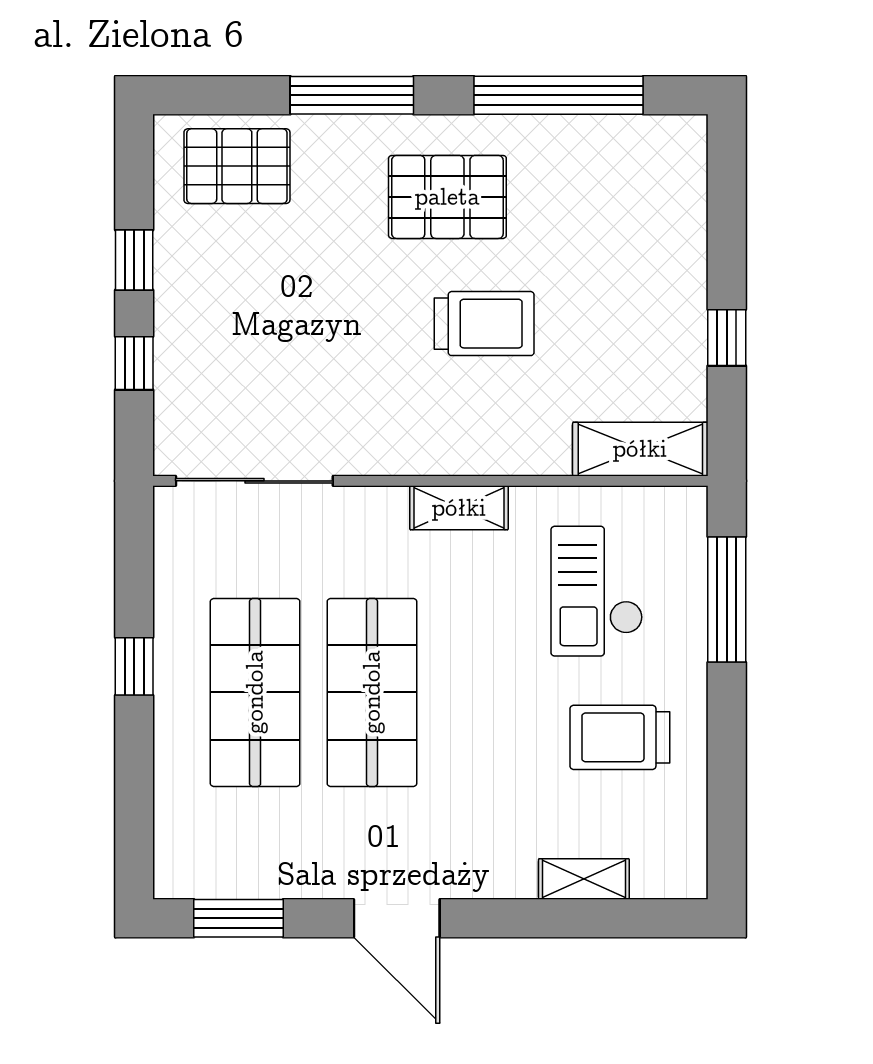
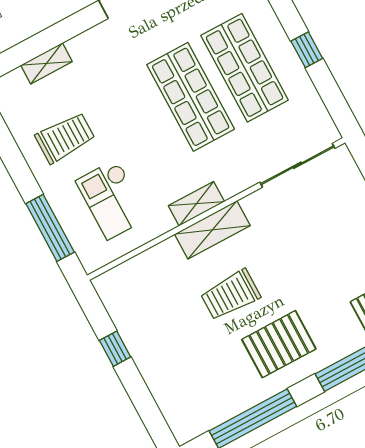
shelving: (640, 449) -> (212, 230), moved
checkout: (597, 591) -> (112, 199), turned 180

